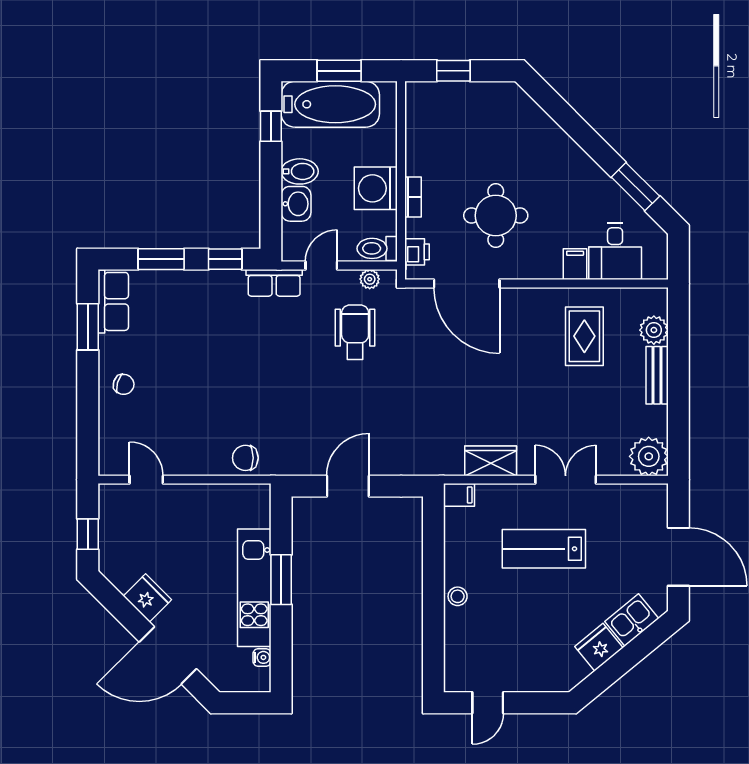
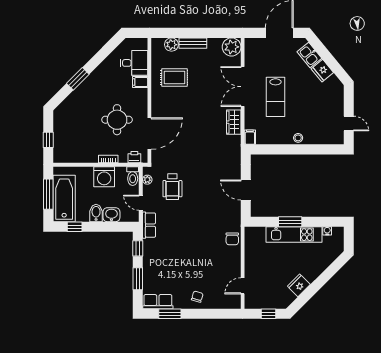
window: (339, 71) -> (48, 194), width x1.44
window: (635, 187) -> (78, 79), moved
wheelchair: (355, 332) -> (172, 187), turned -90
double door: (566, 480) -> (243, 87), width x1.37
door: (168, 655) -> (326, 276), removed

